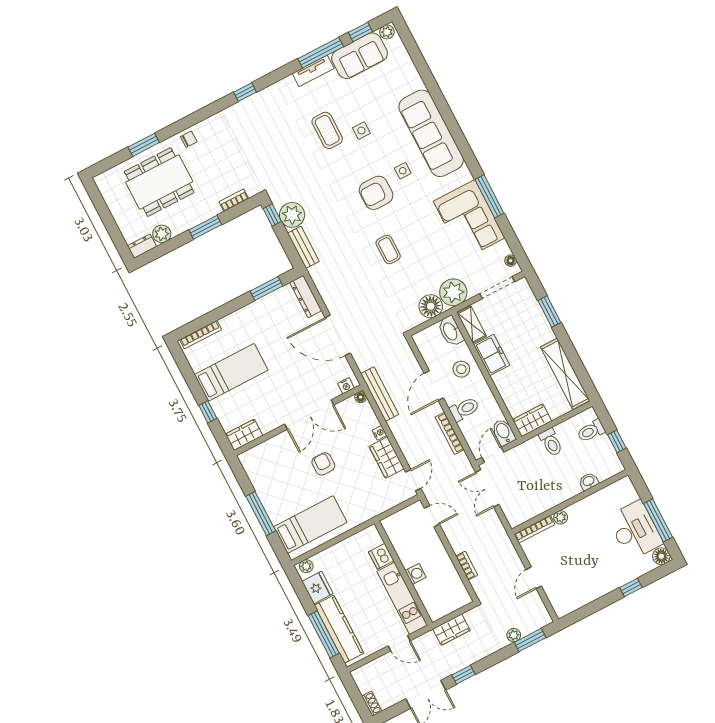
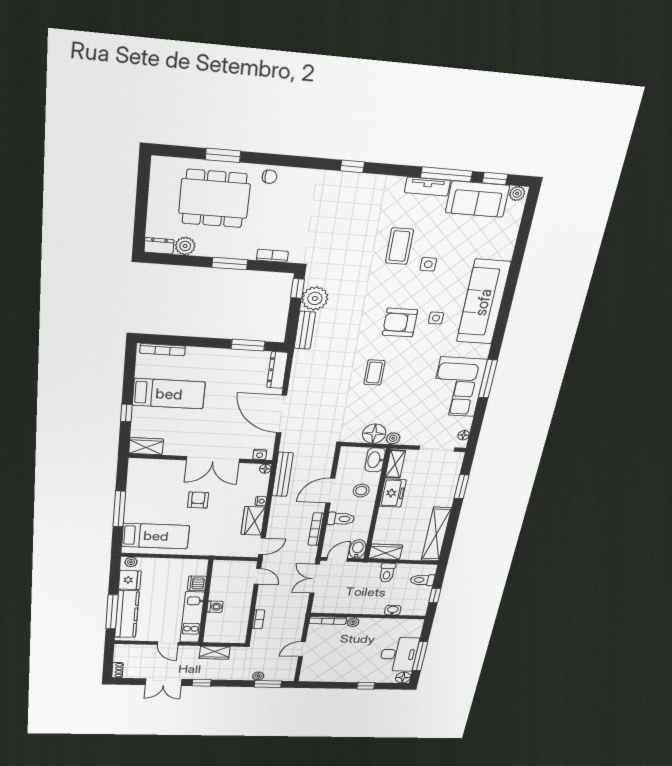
plant: (453, 292) -> (393, 438), width x0.53, depth x0.53

